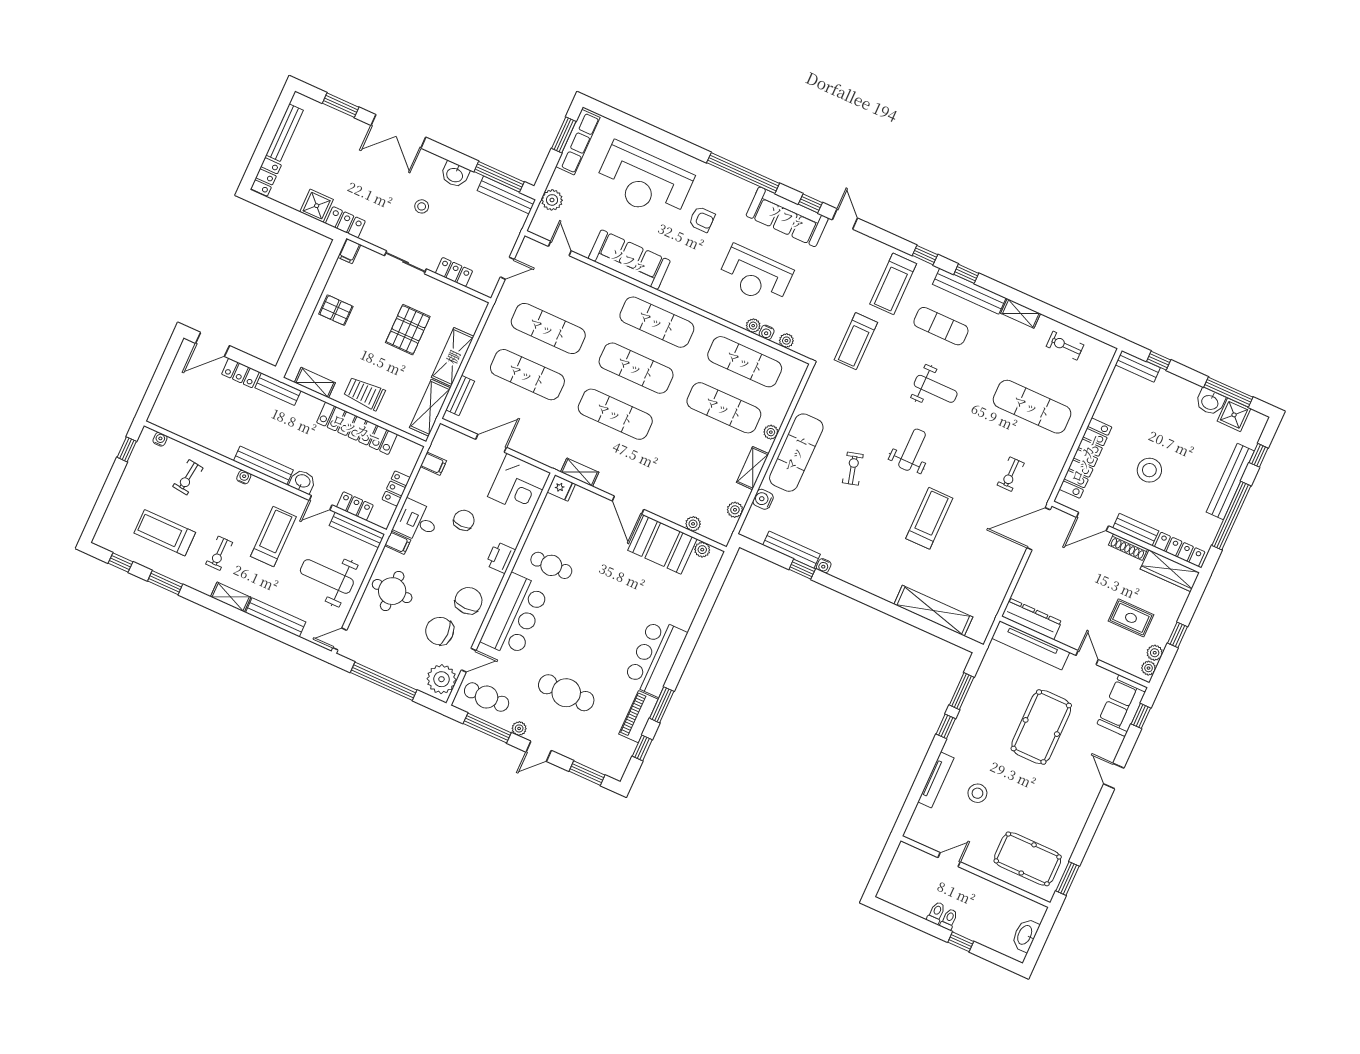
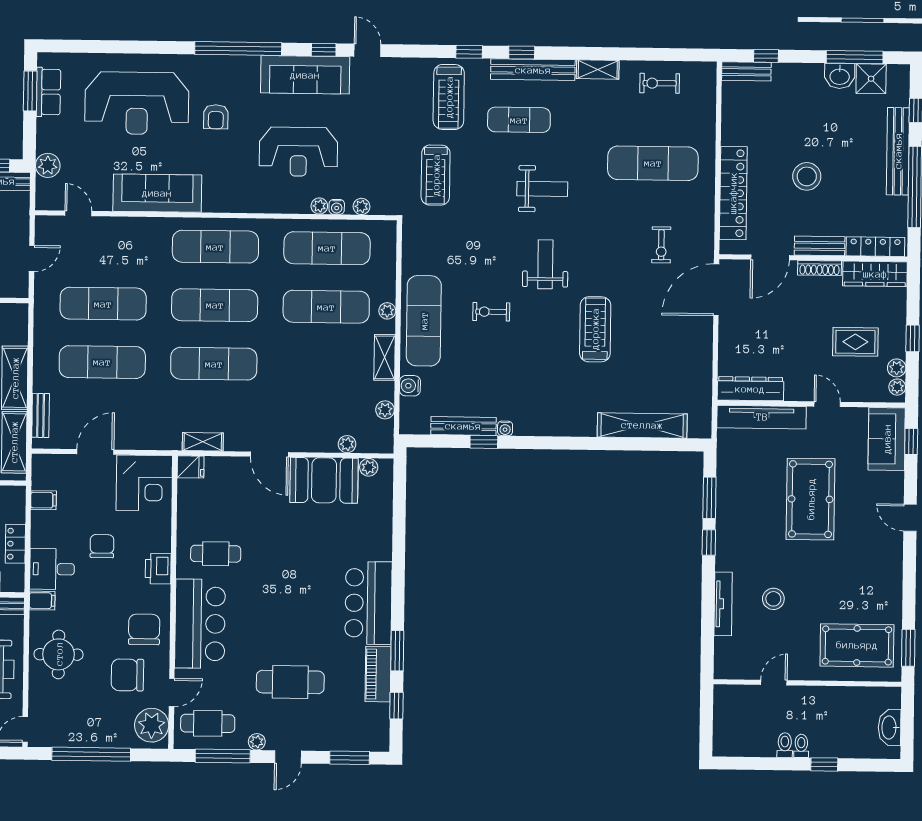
row of seats: (578, 142) -> (48, 92), width x0.68
armchair: (702, 219) -> (216, 117), turned 90
exercise bike: (853, 469) -> (491, 312), turned -75

